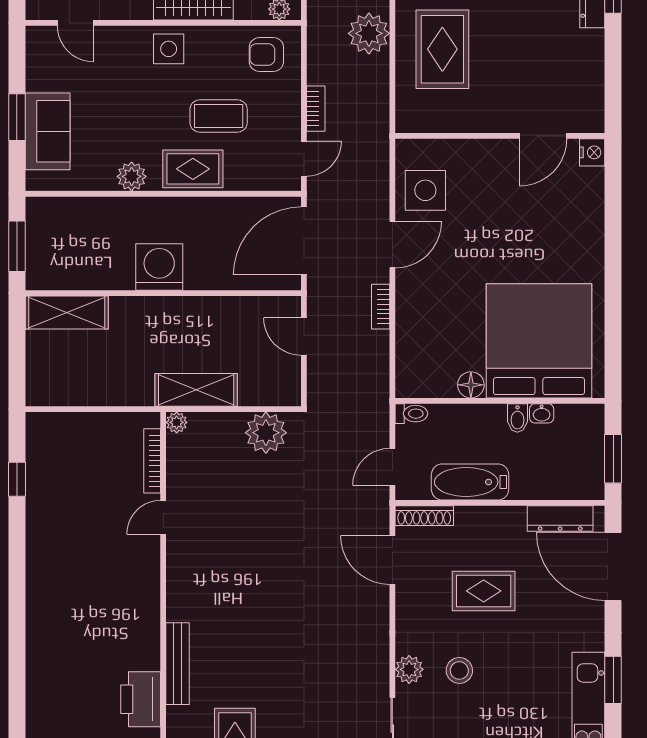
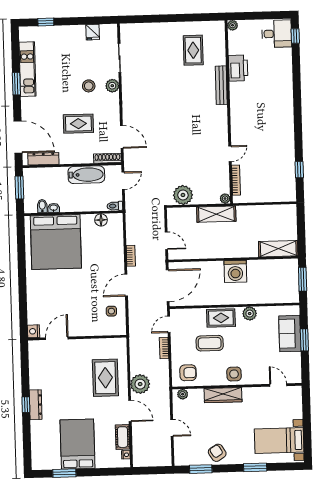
side table: (425, 190) -> (111, 311), width x0.54, depth x0.54
floor lamp: (471, 385) -> (101, 220), moved
bidet: (517, 418) -> (42, 206), moved

